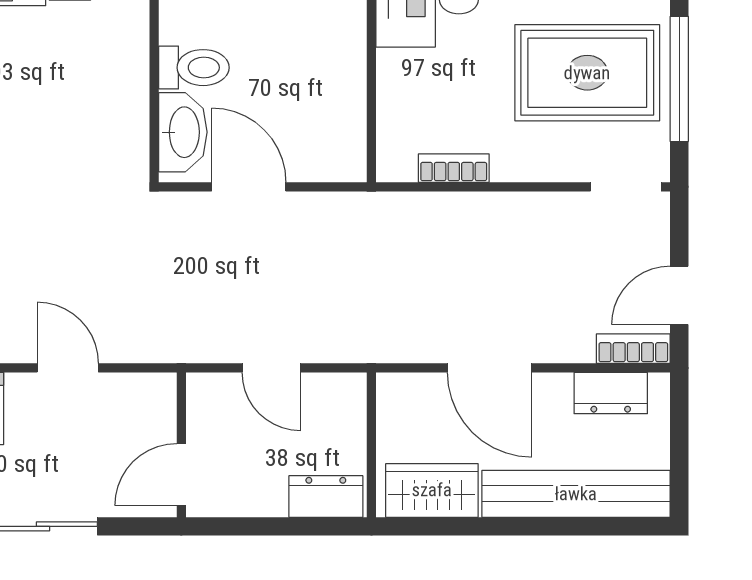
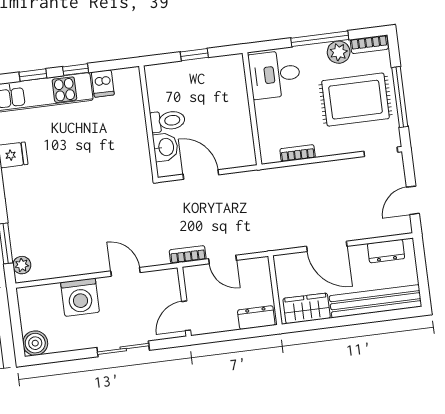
washbasin: (183, 132) -> (166, 147), width x0.72
bookcase: (633, 349) -> (188, 255), moved

